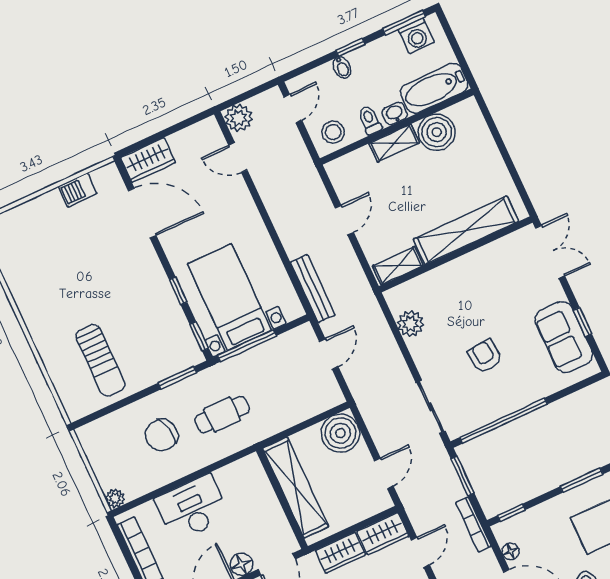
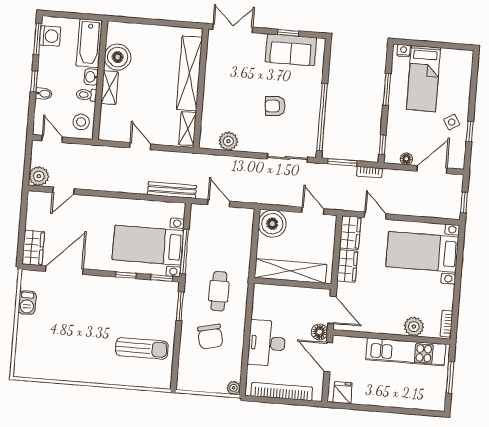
bookcase: (473, 525) -> (369, 172), width x0.64

